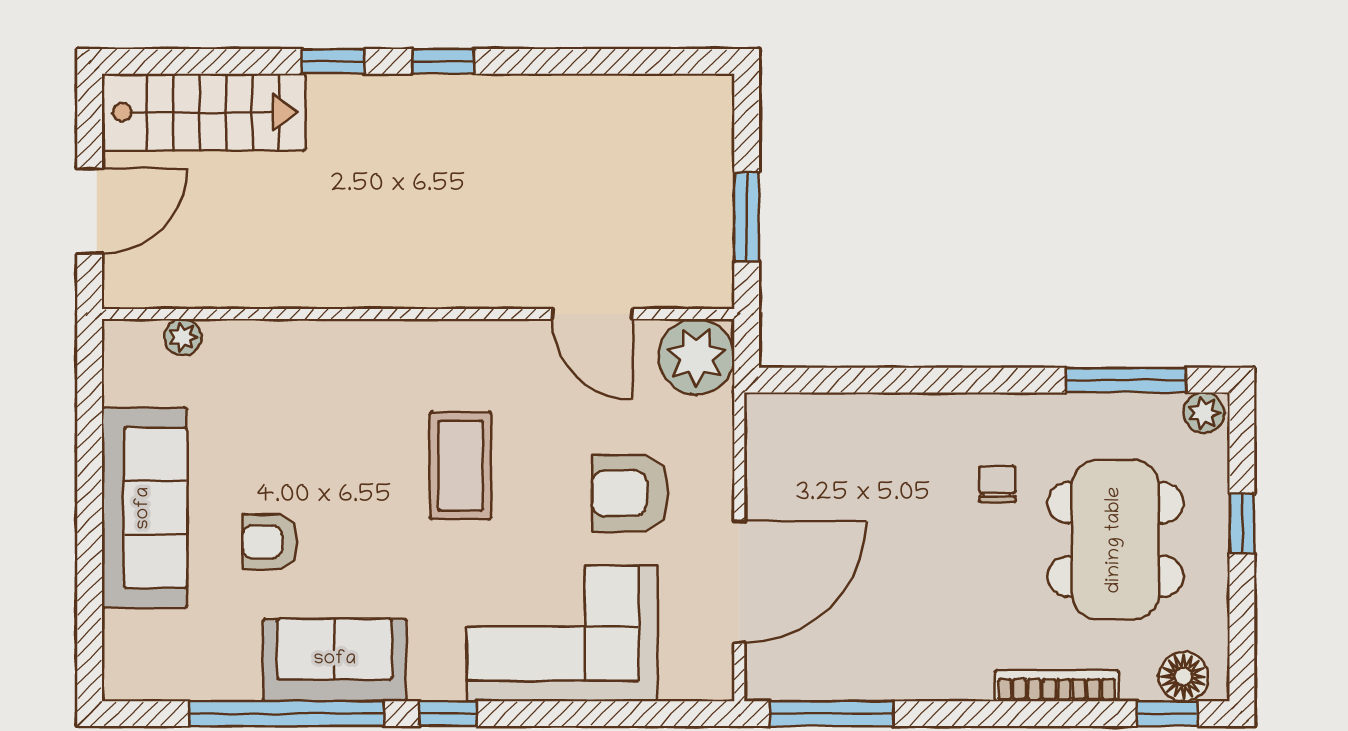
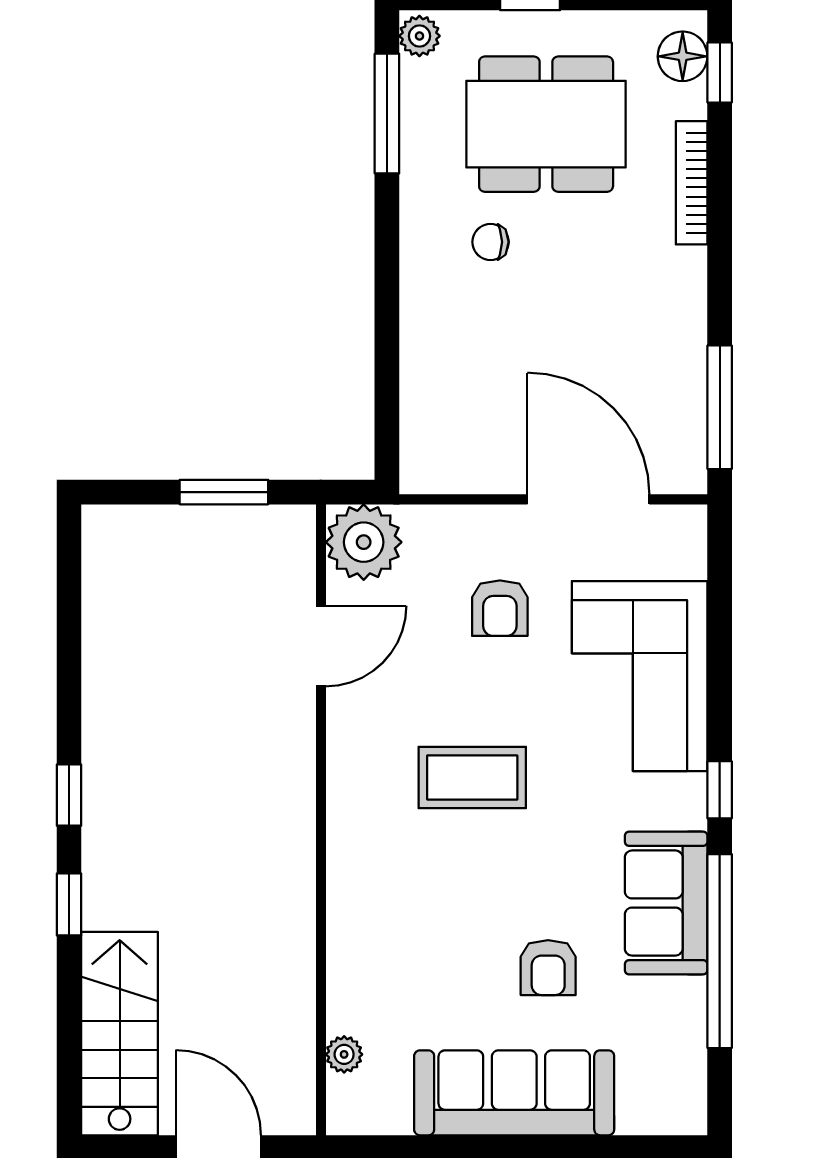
armchair: (630, 493) -> (500, 608), width x0.72, depth x0.72

